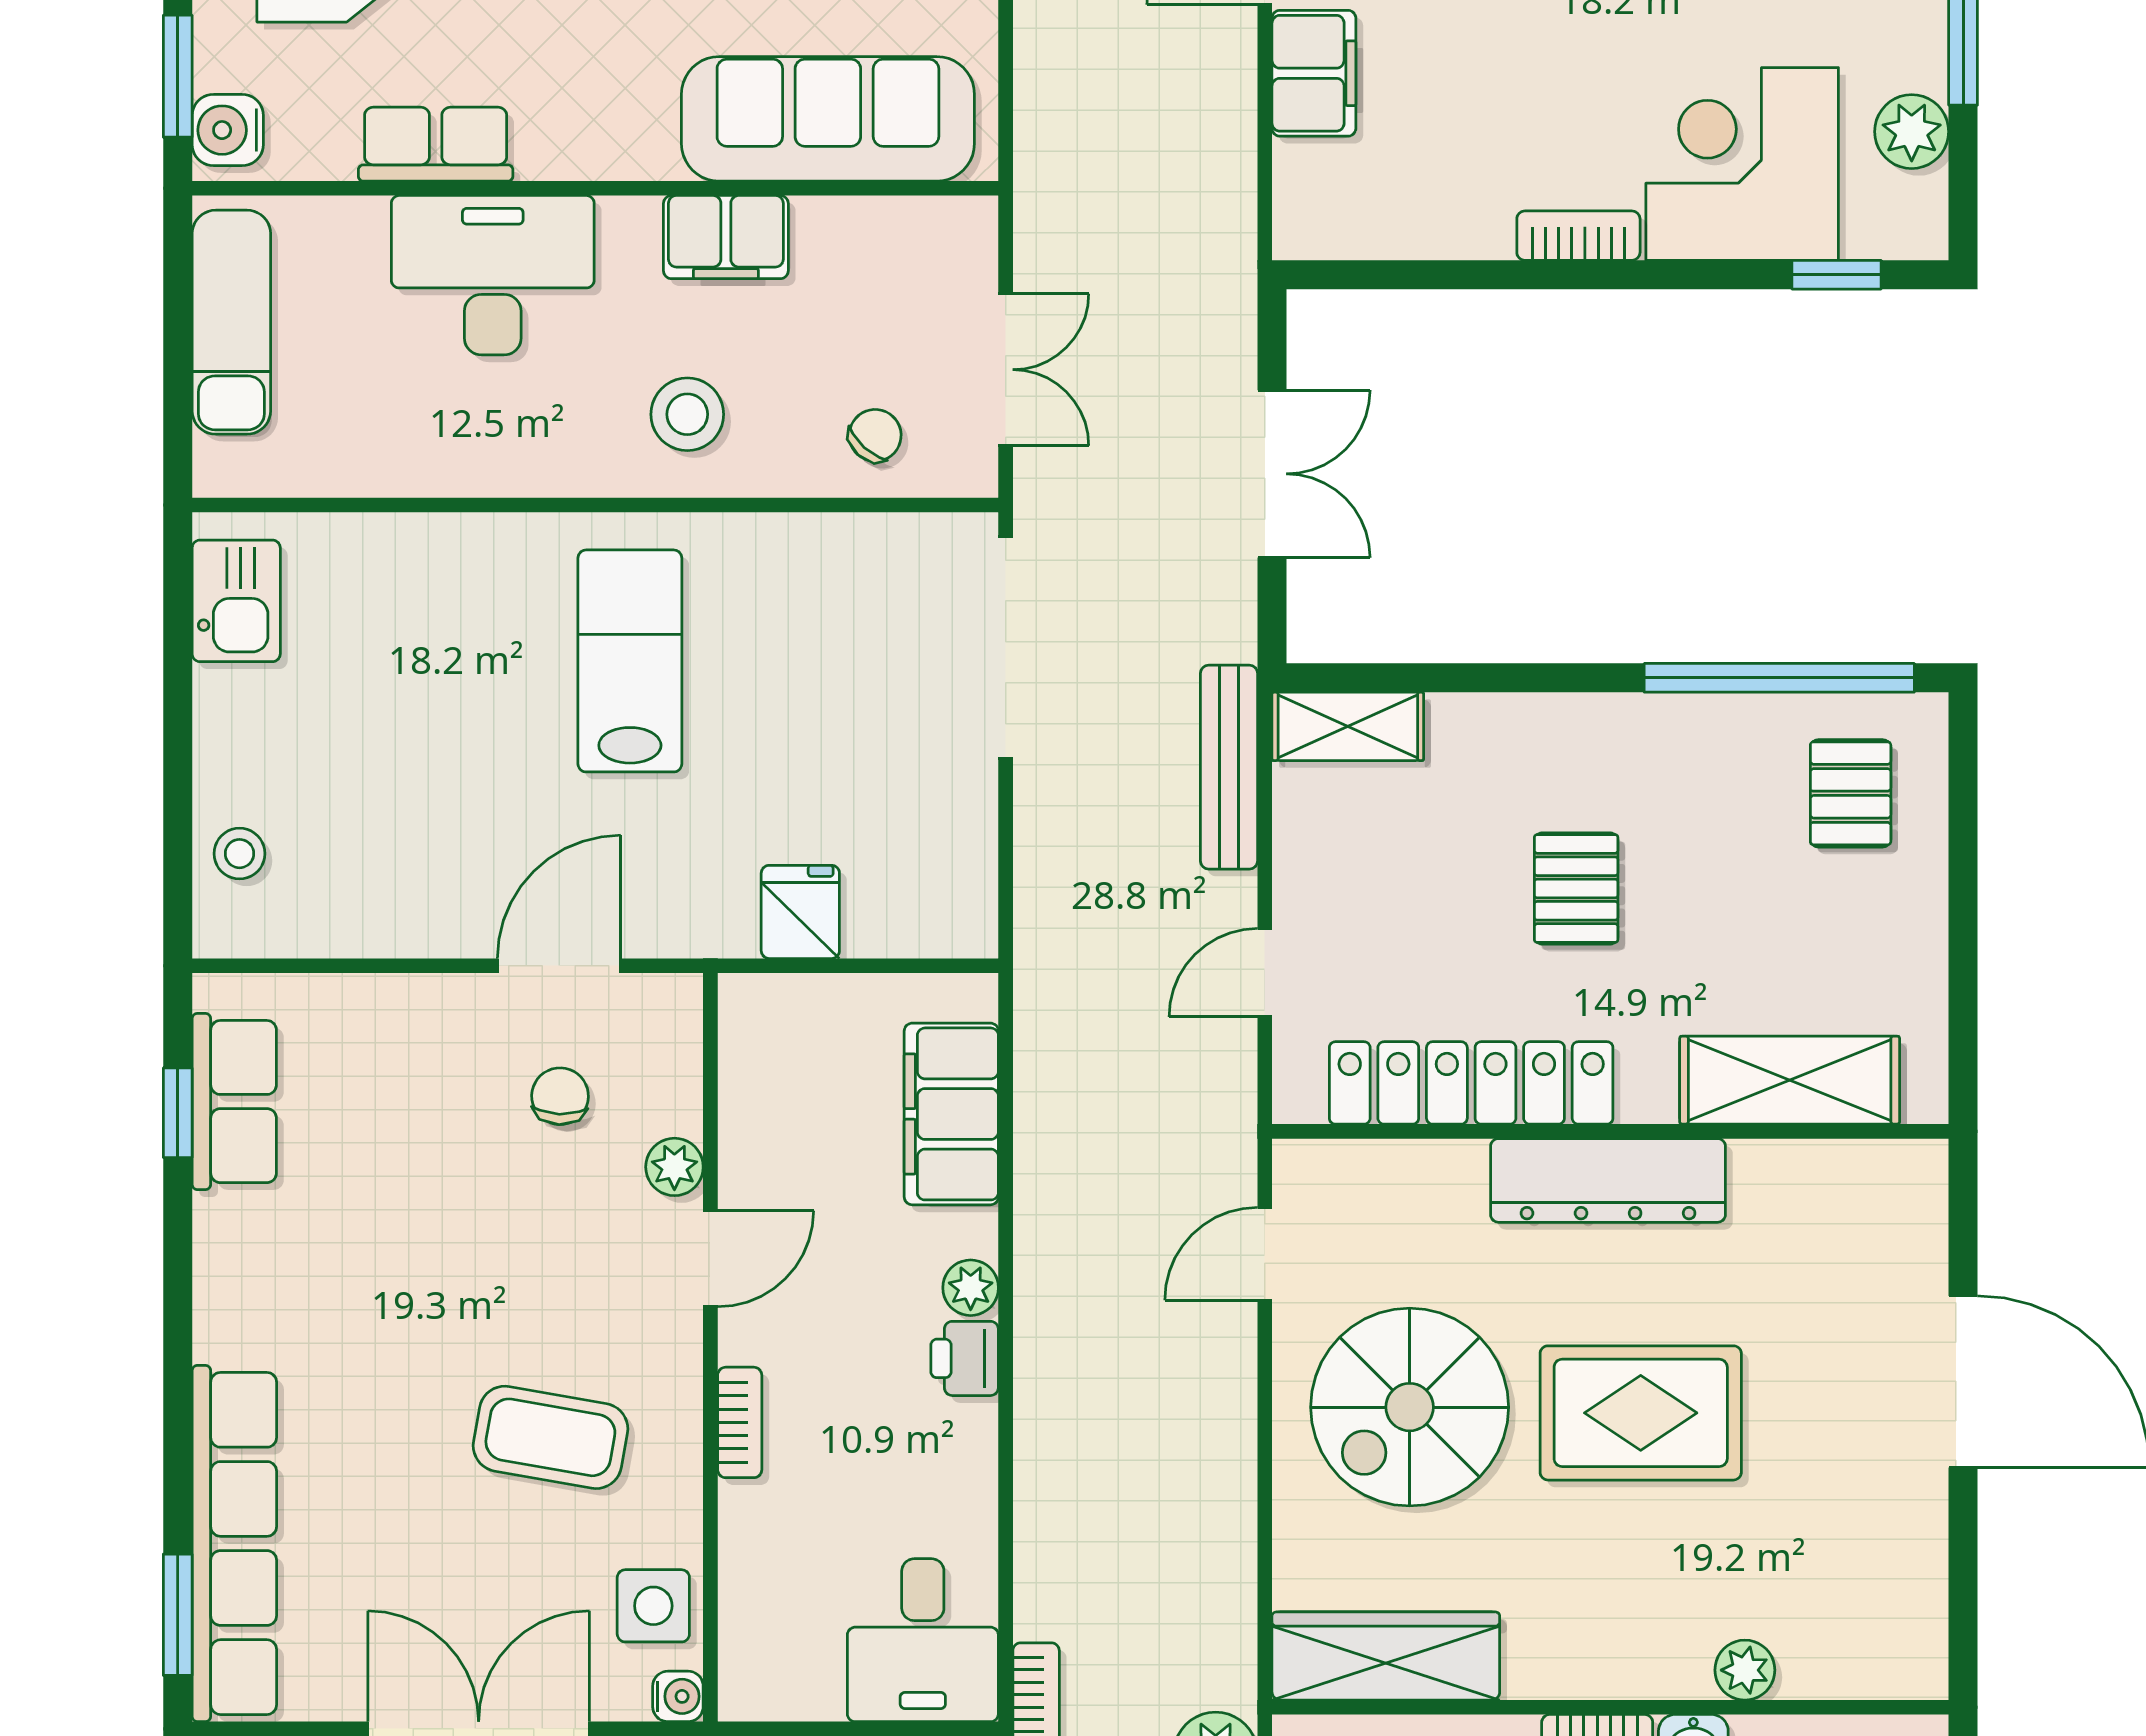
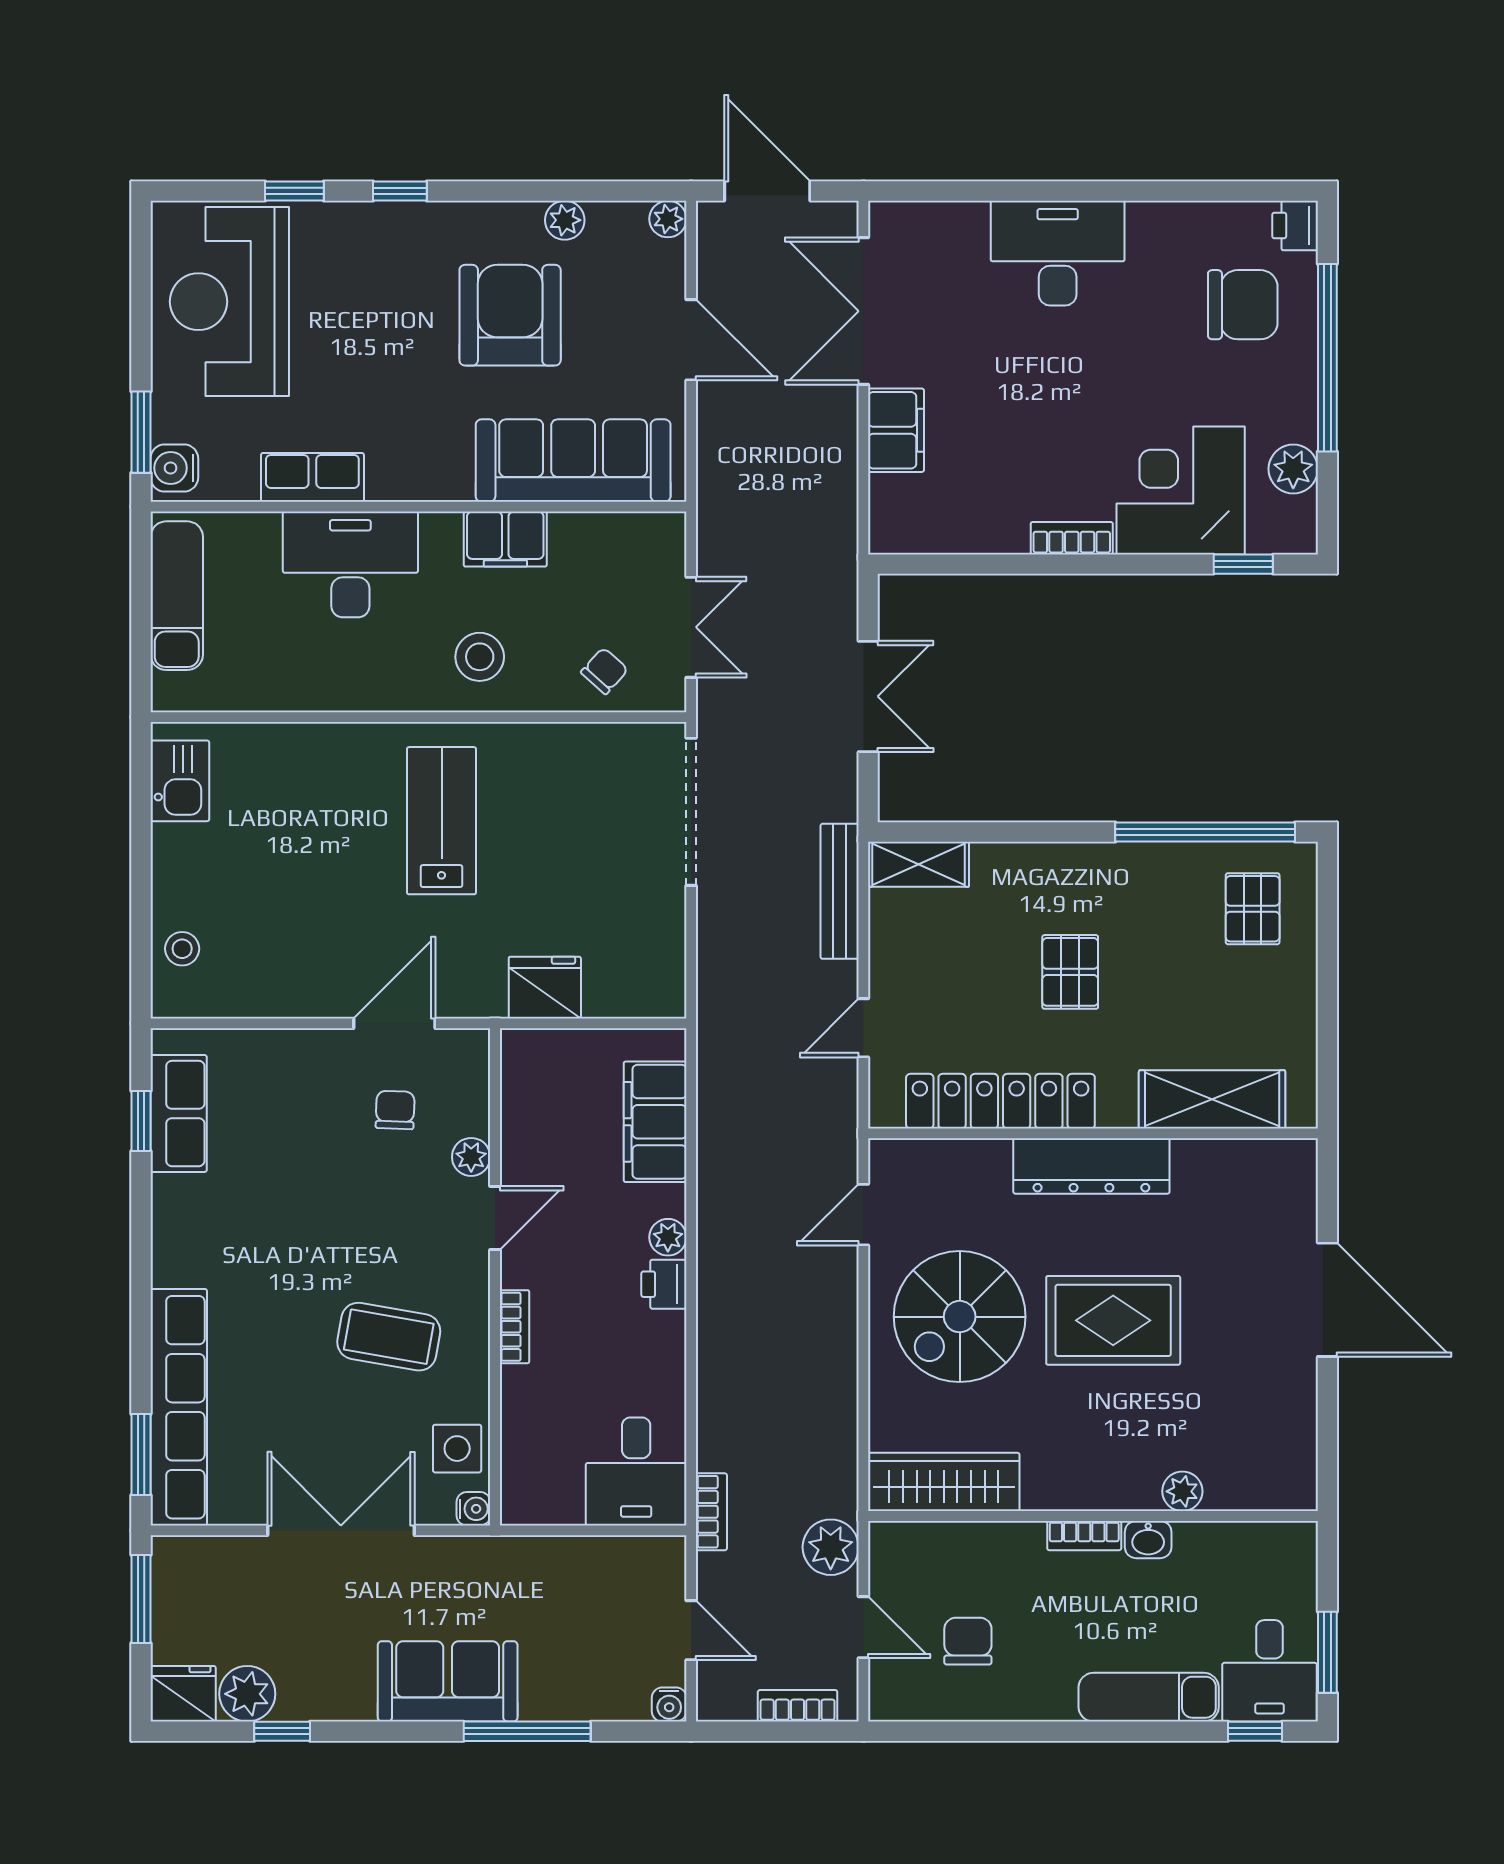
fridge: (800, 912) -> (545, 988), width x1.38

